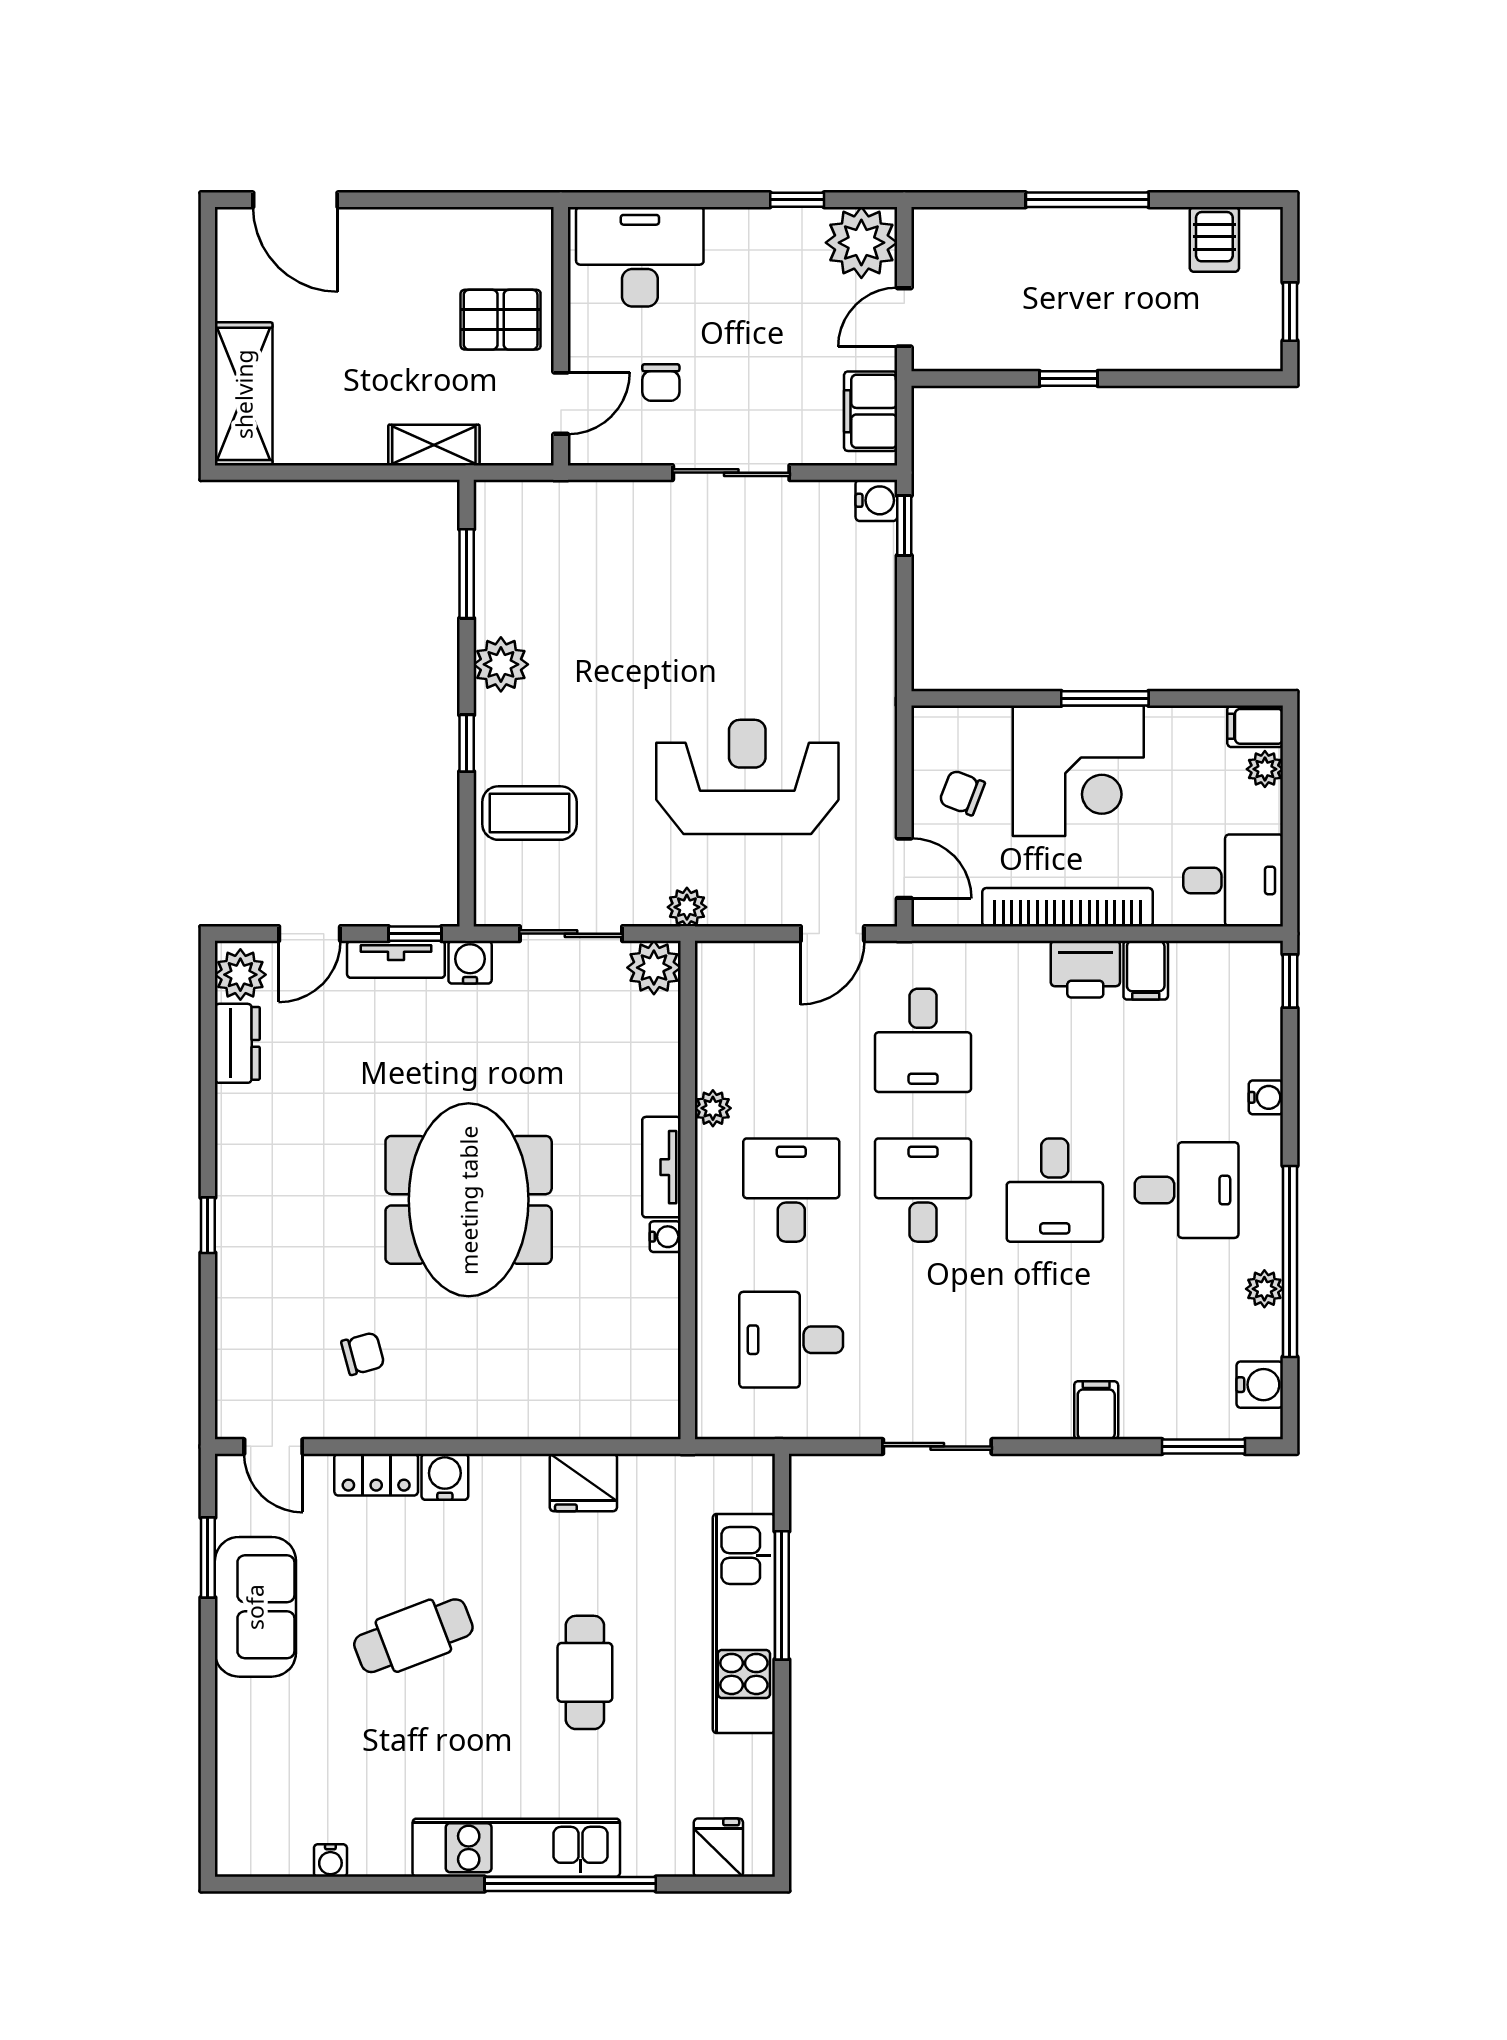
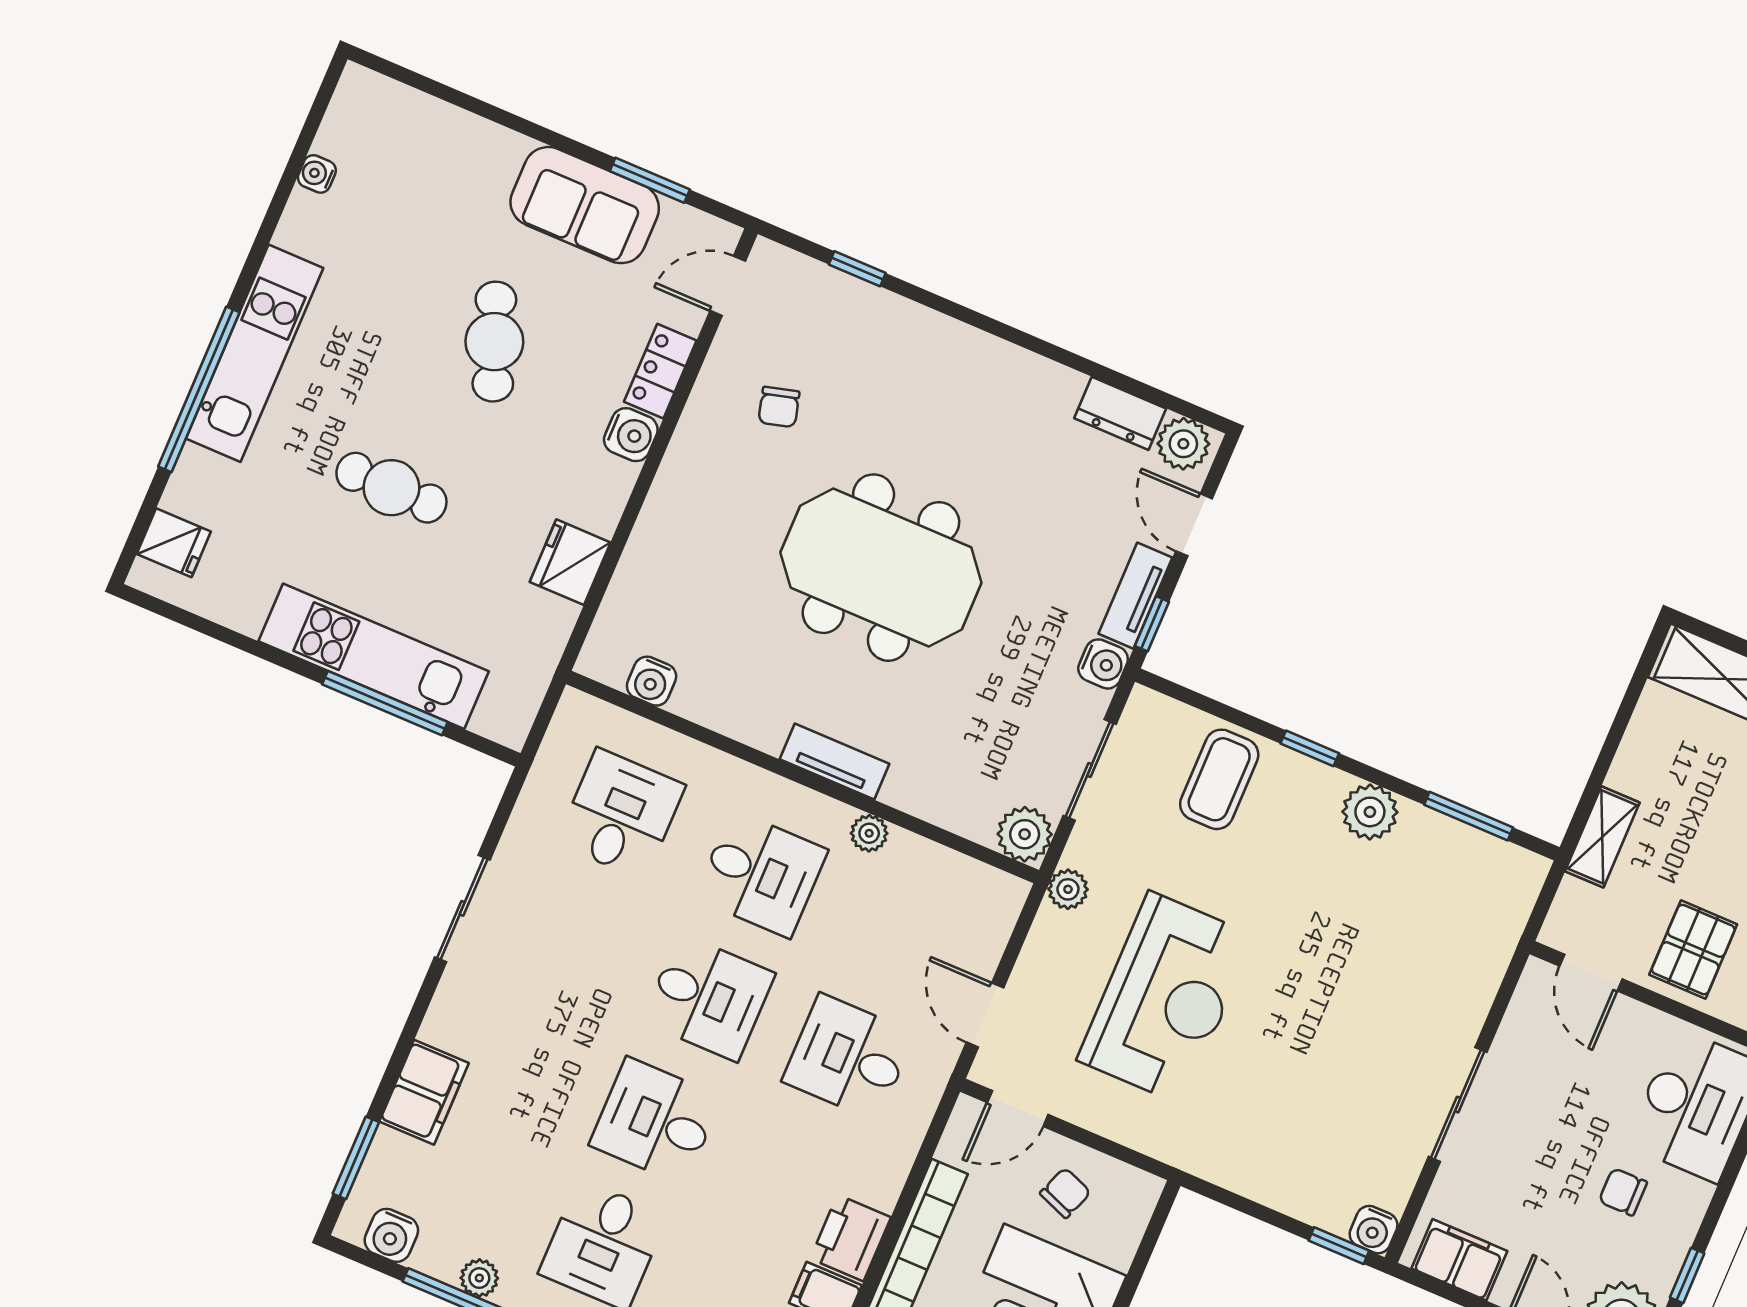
chair: (661, 383) -> (1623, 1192), moved
window: (208, 1225) -> (857, 269), moved
water cooler: (665, 1237) -> (652, 681), moved, width x1.38, depth x1.38
filing cabinet: (1096, 1410) -> (424, 1092), width x2.00

